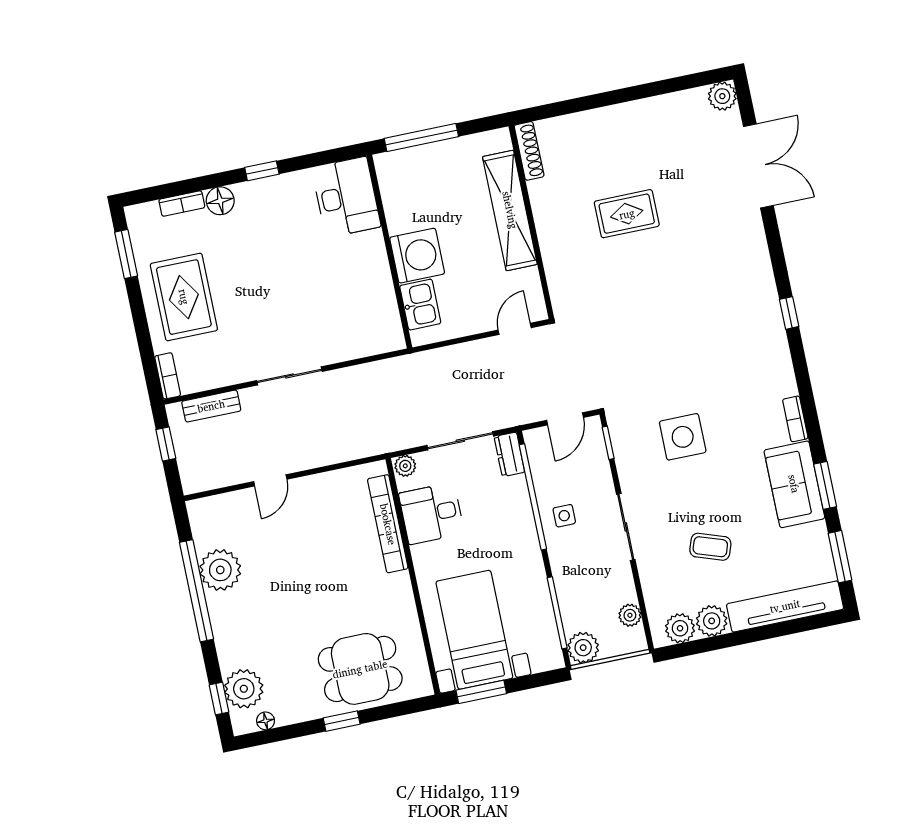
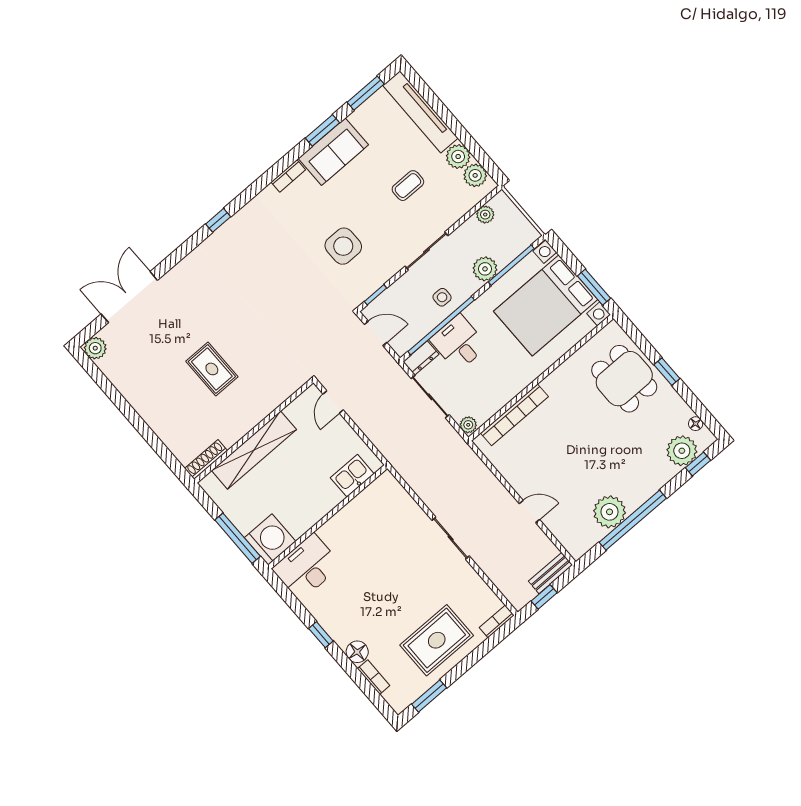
washing machine: (417, 256) -> (270, 540), moved, turned 90
door: (515, 329) -> (333, 402), hinge flipped
bench: (211, 406) -> (550, 573), moved, turned 90
desk: (431, 513) -> (459, 343), moved, turned 180
coffee table: (710, 547) -> (408, 186), turned 71
bed with nightstands: (474, 630) -> (546, 305), width x1.36
plant: (583, 648) -> (485, 269), moved

